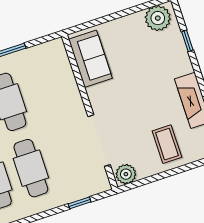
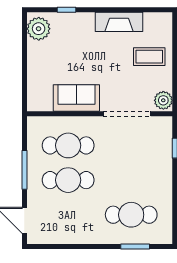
sofa: (90, 59) -> (76, 98), moved
cafe table: (31, 168) -> (68, 145), moved

